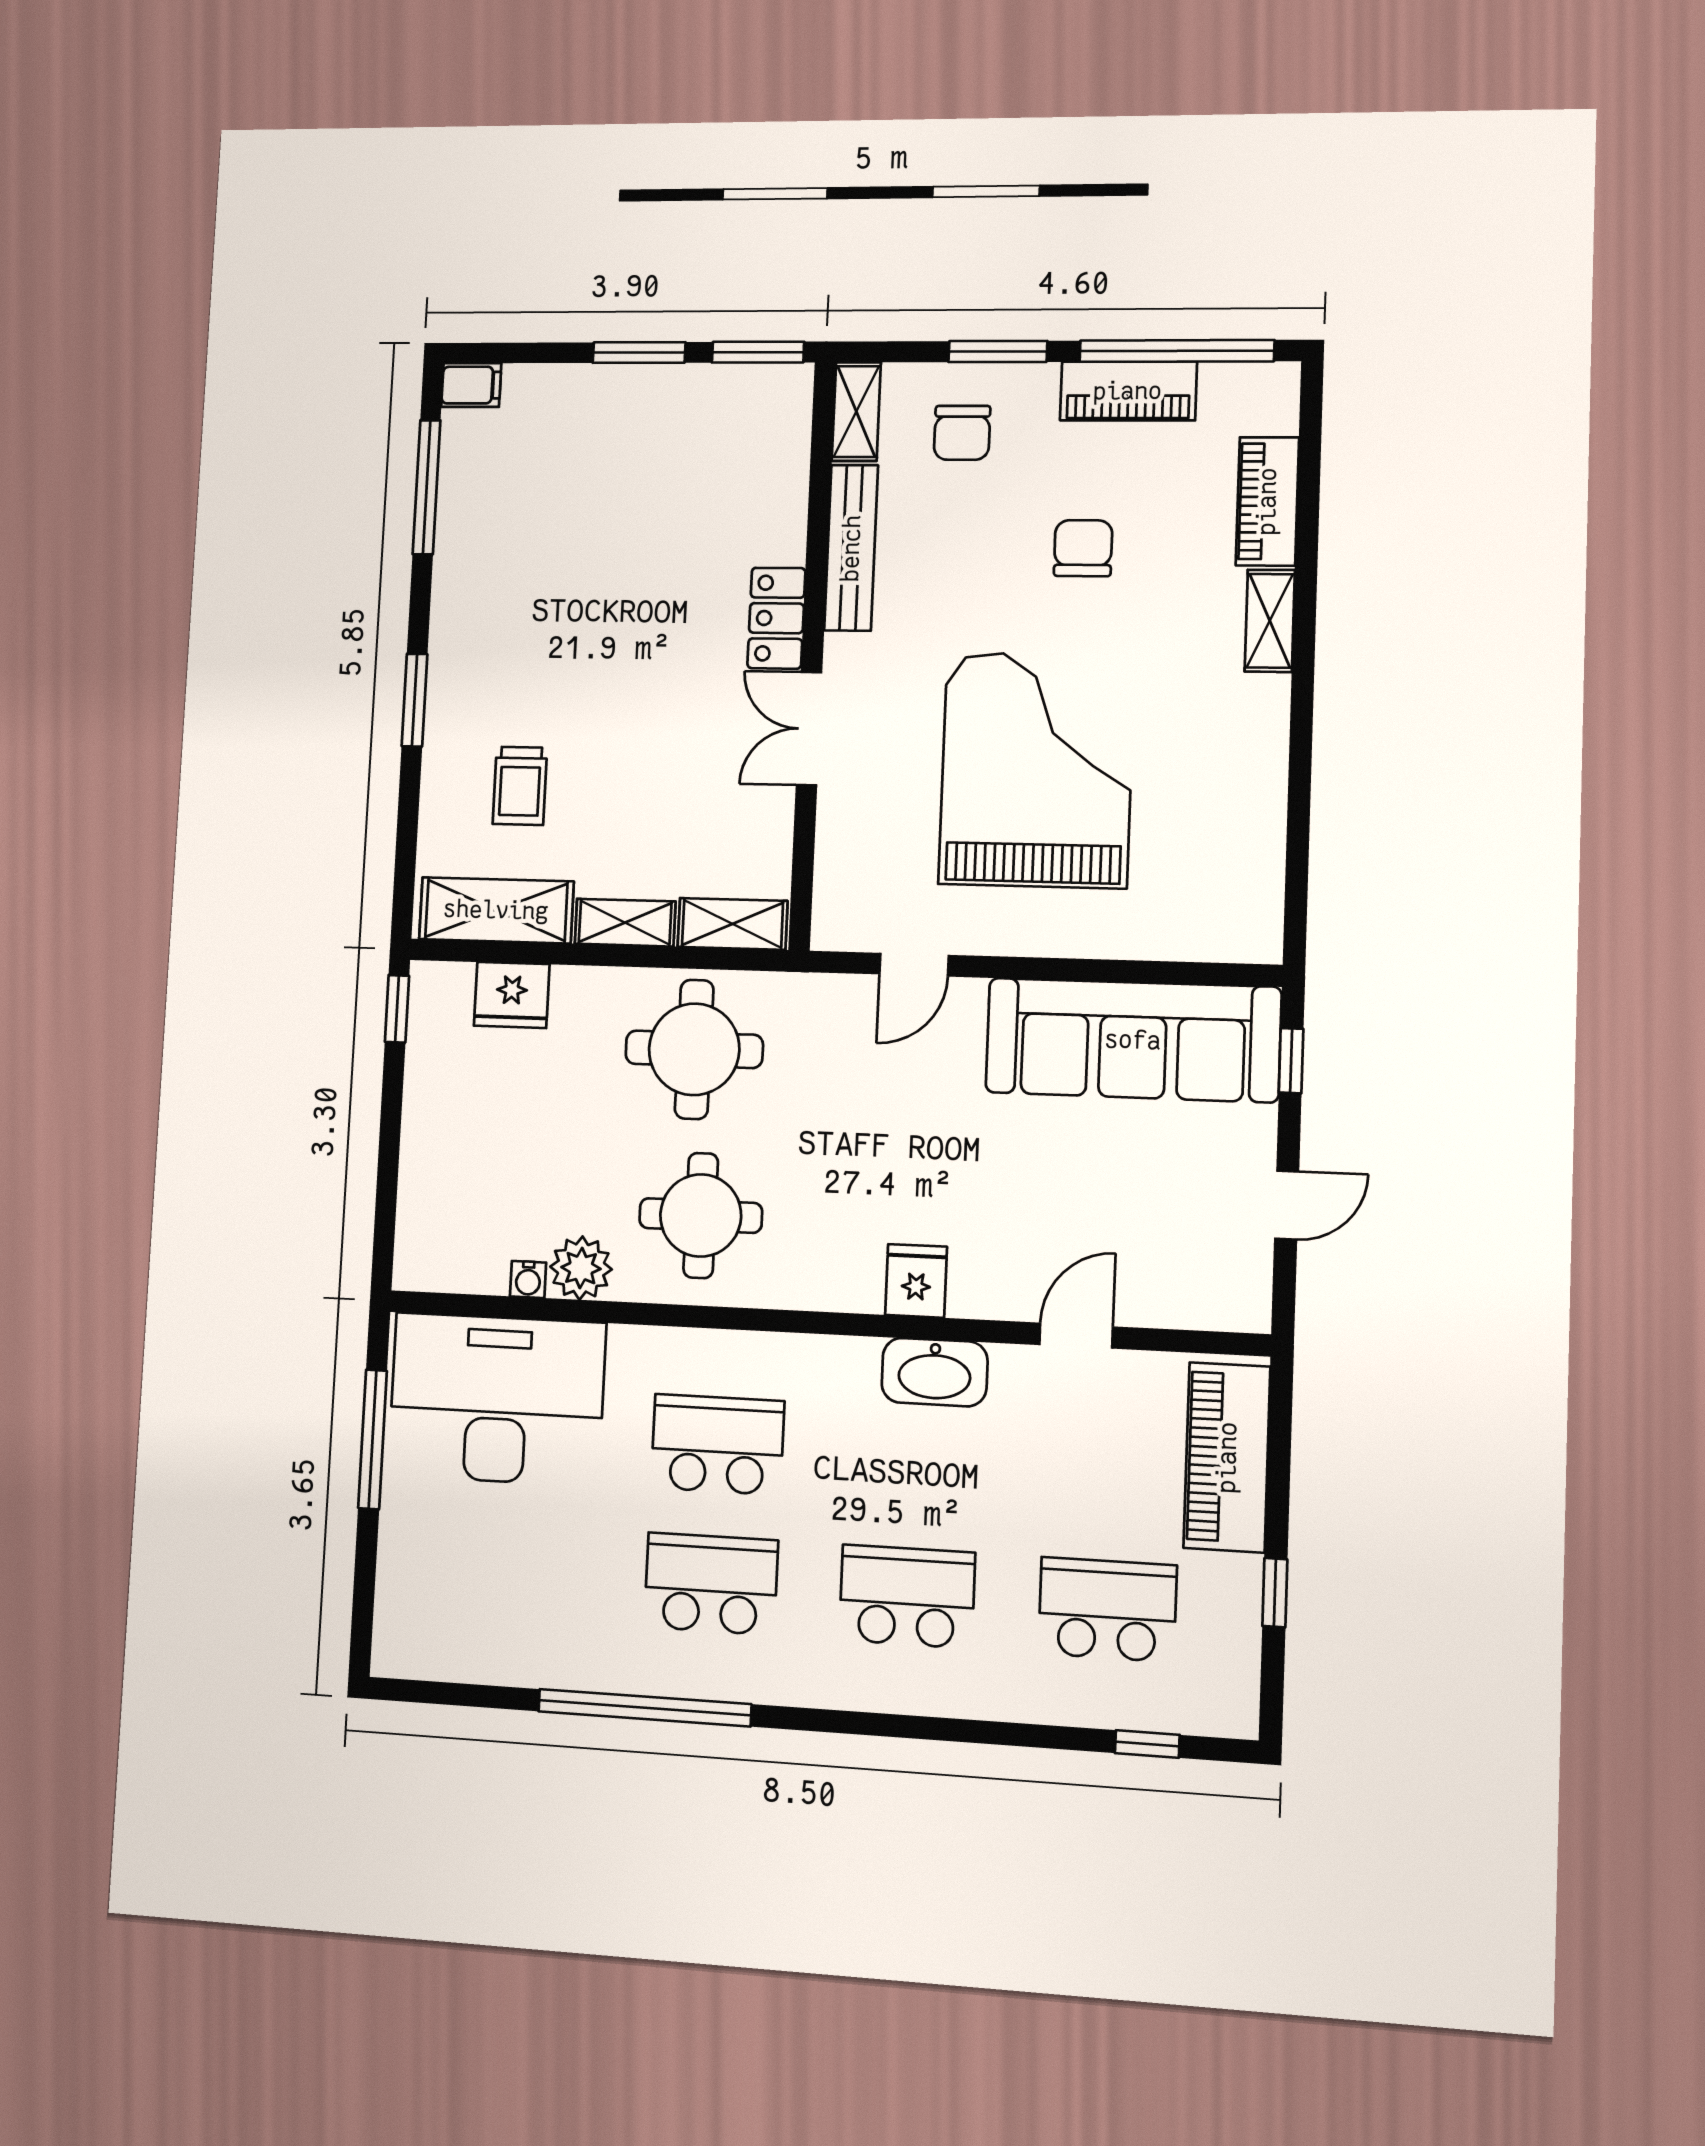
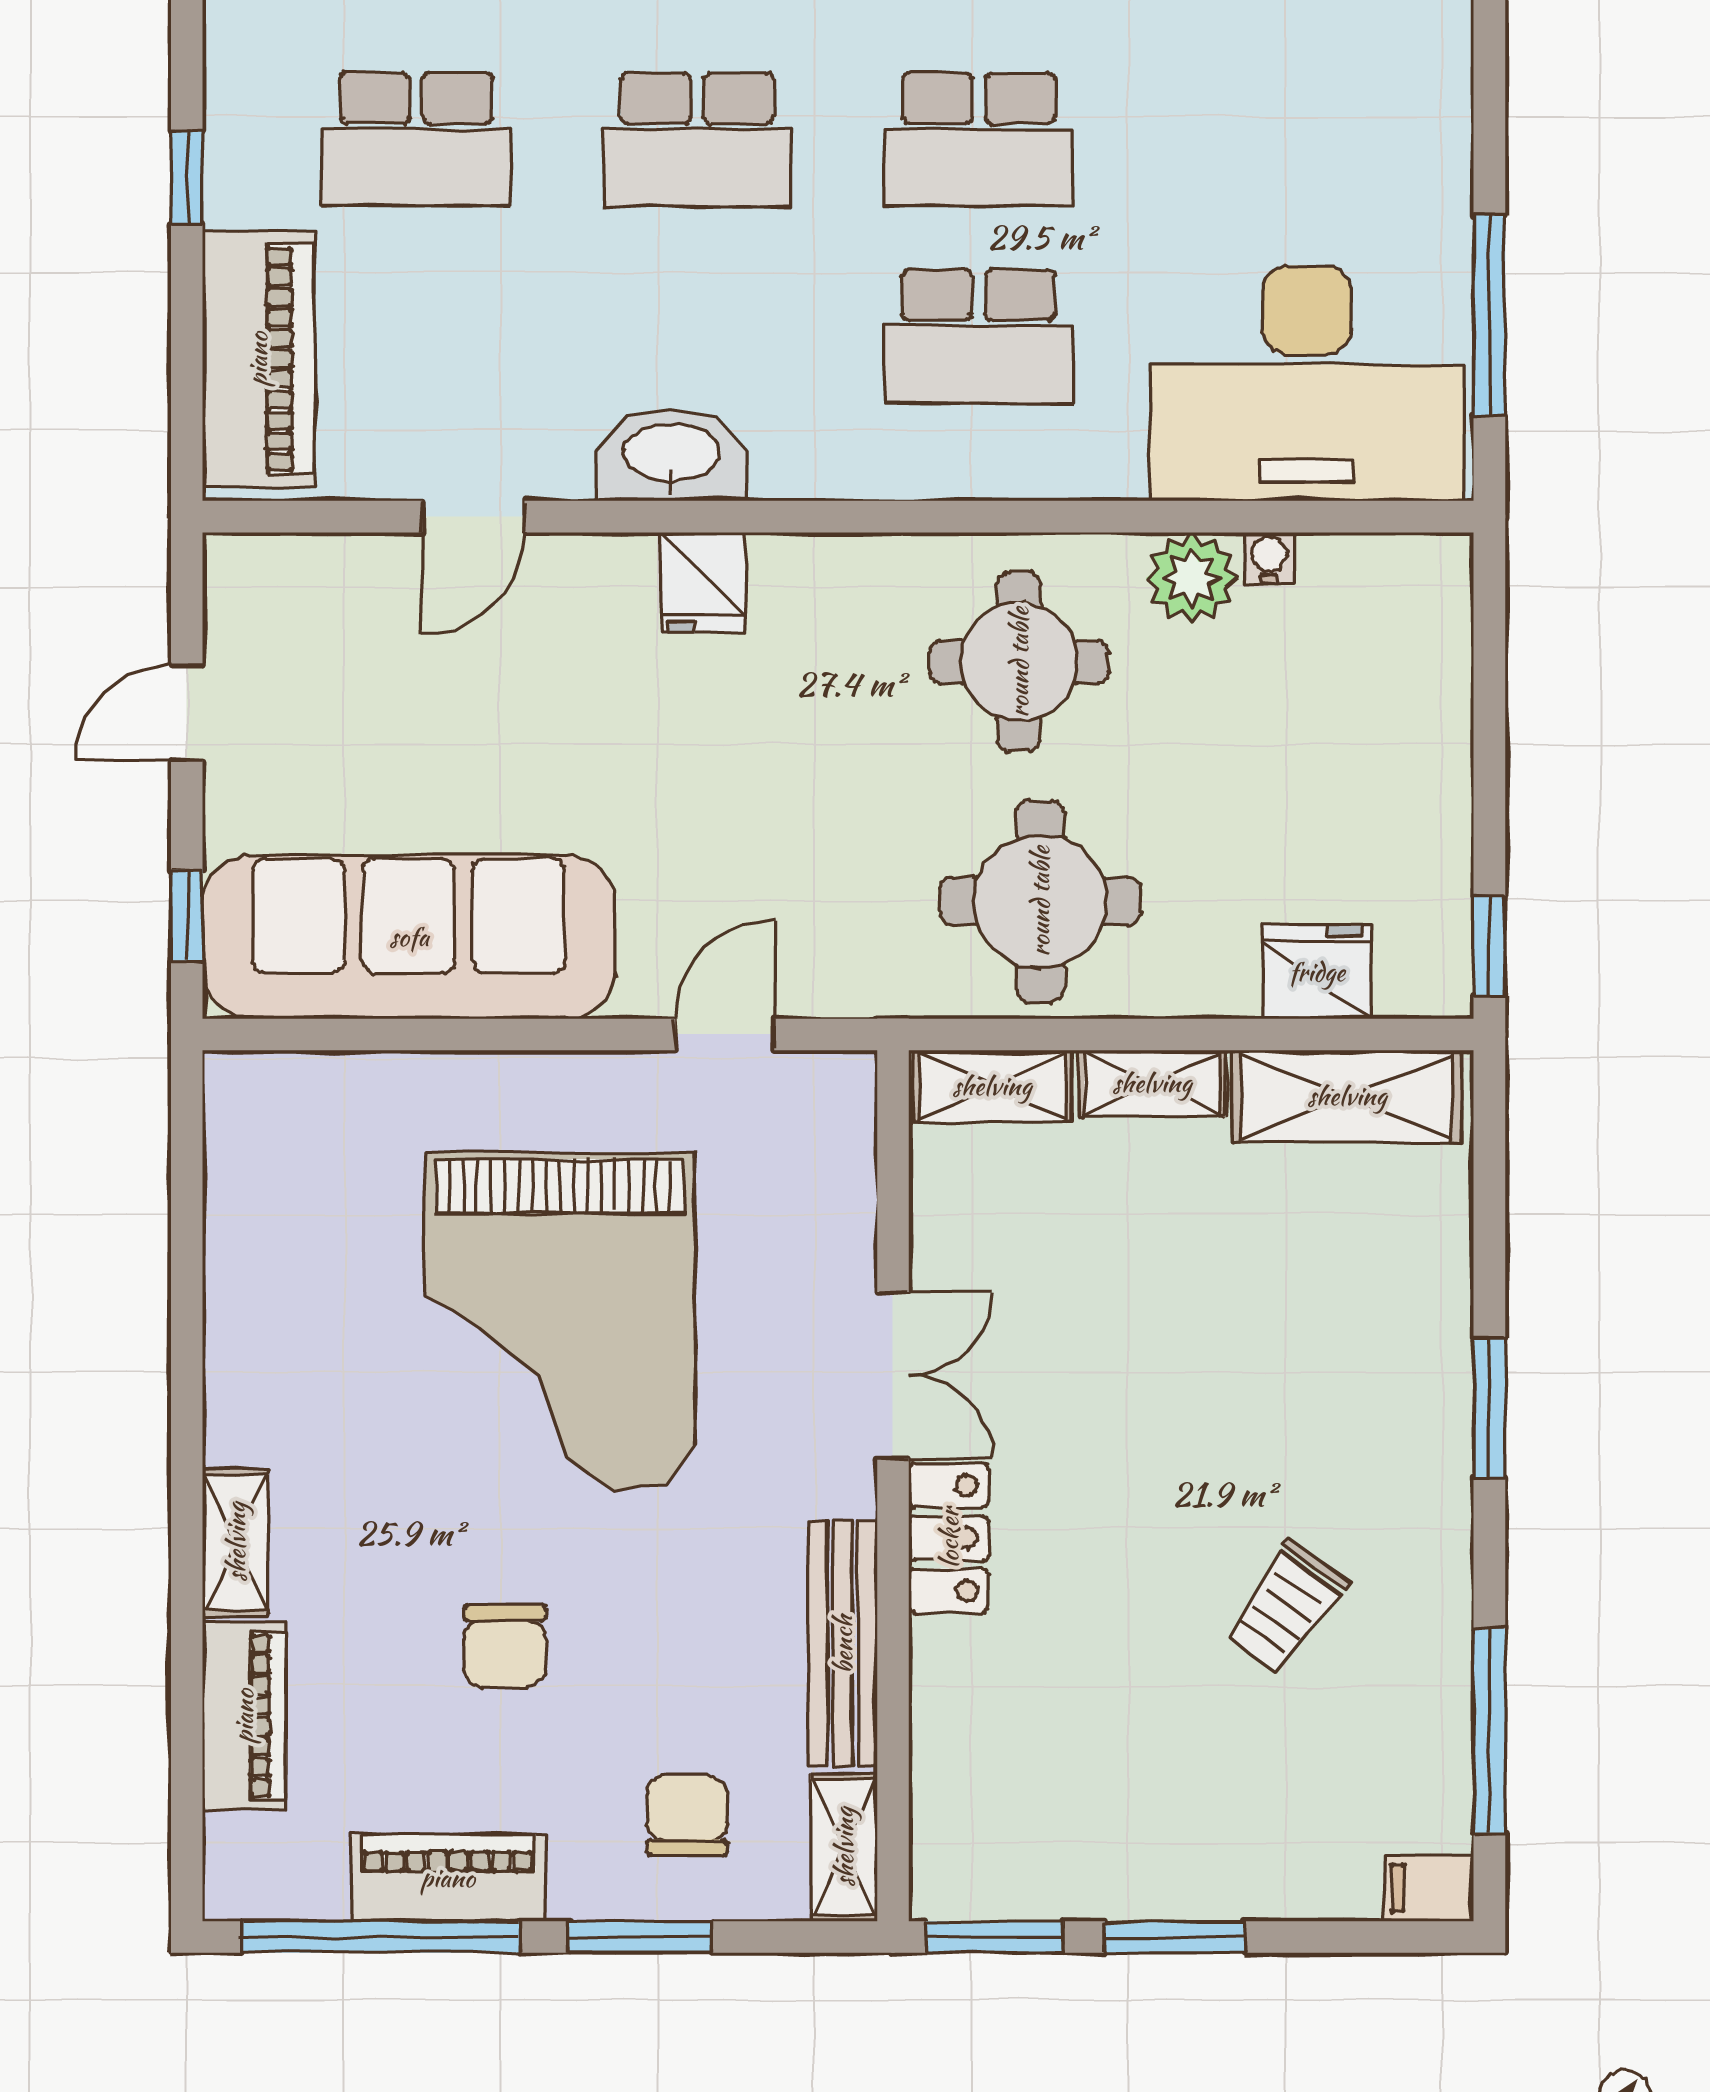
trolley: (520, 786) -> (1286, 1607), moved, turned -144

